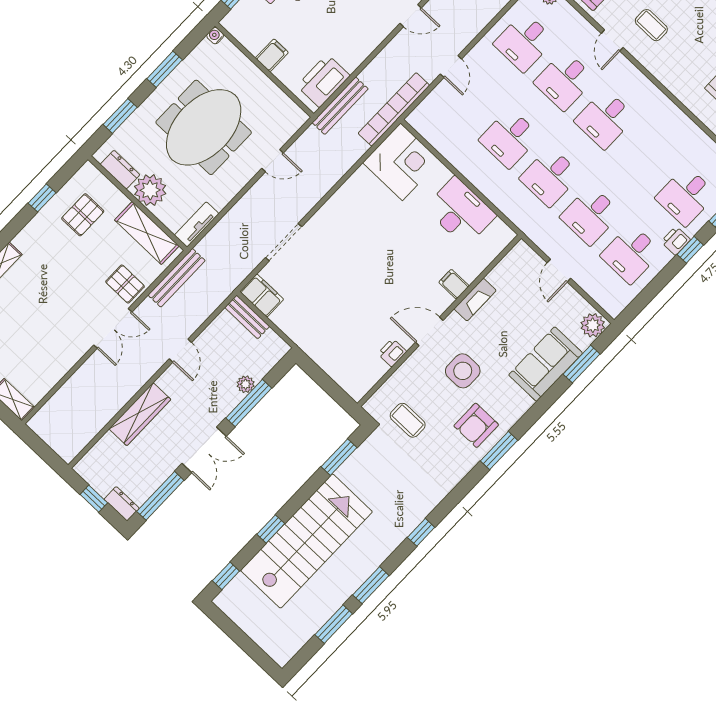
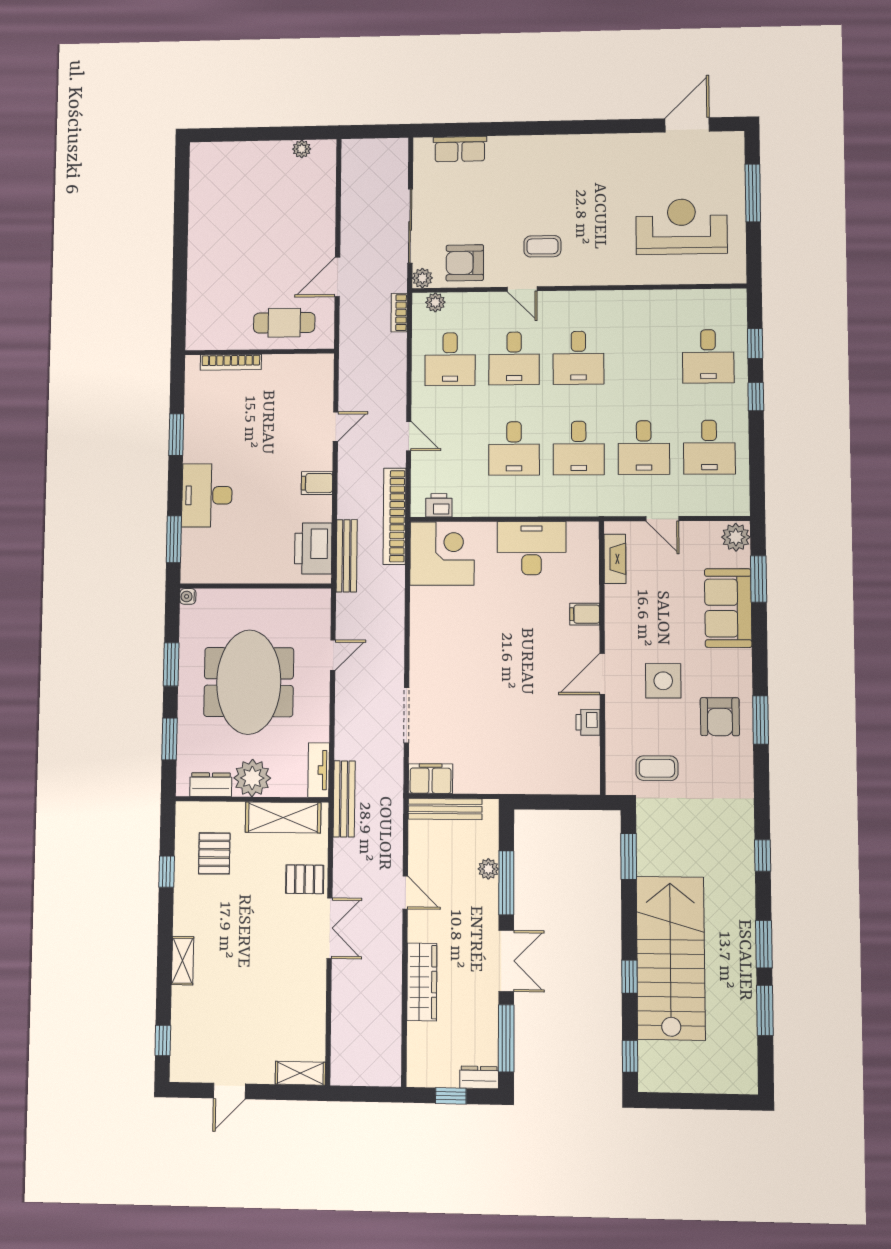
filing cabinet: (272, 55) -> (317, 483), moved, turned -90
printer: (676, 241) -> (439, 505), moved, turned 90
bench: (177, 278) -> (344, 799), moved
fireplace: (475, 300) -> (615, 559), moved
bench: (247, 317) -> (445, 809), width x1.36

